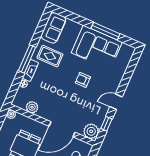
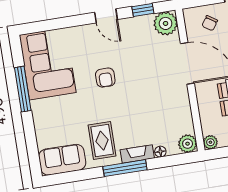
corner sofa: (97, 47) -> (48, 64), moved
plant: (32, 107) -> (188, 144), moved

